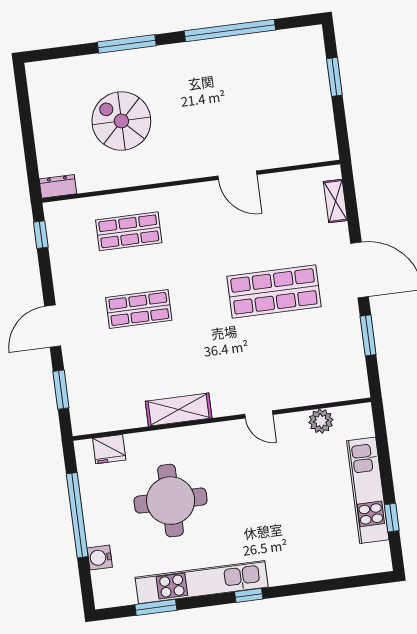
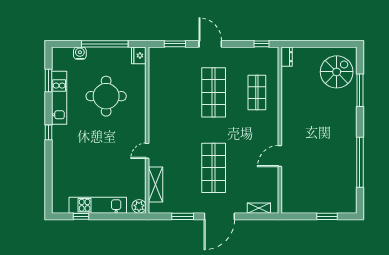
window: (127, 44) -> (360, 90), moved
spiral stairs: (121, 121) -> (337, 72), moved
shop shelf: (139, 309) -> (214, 92), width x1.43, depth x1.36
shelving: (179, 410) -> (155, 184), moved
plant: (321, 421) -> (139, 206), moved
fridge: (109, 449) -> (139, 56), moved
kitchen unit: (202, 582) -> (59, 98), width x0.73

